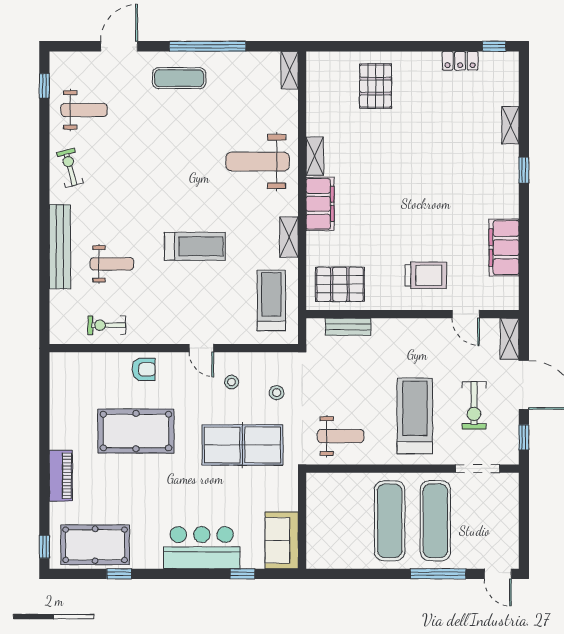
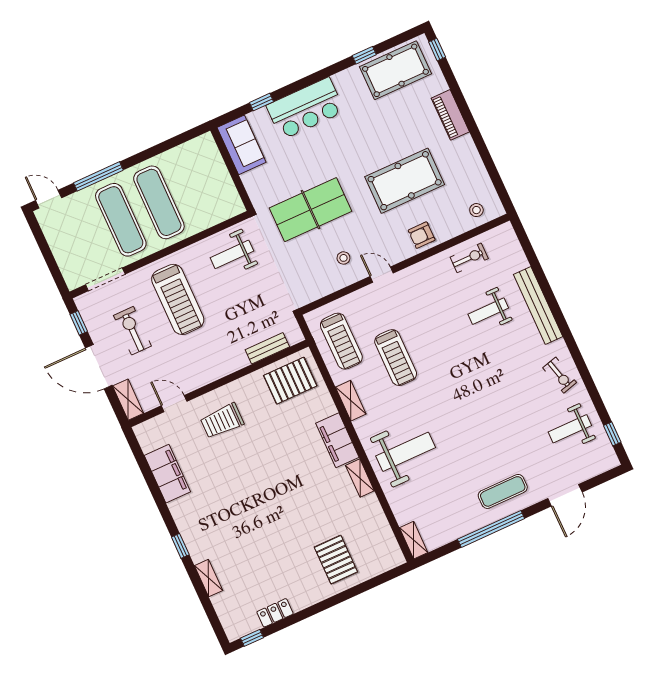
treadmill: (195, 246) -> (396, 358), moved, turned -90
stool: (277, 393) -> (476, 210), moved

